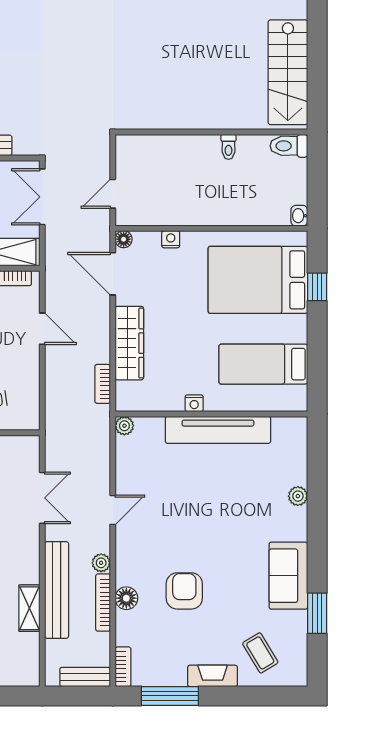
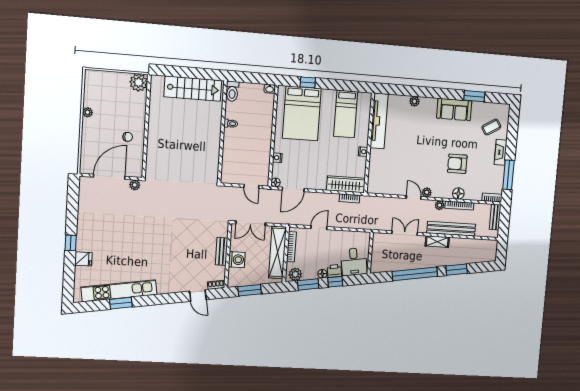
wardrobe: (129, 343) -> (346, 184), moved
plant: (124, 426) -> (427, 192), moved
tv unit: (218, 430) -> (379, 121), moved
shelving: (29, 608) -> (437, 242), moved

